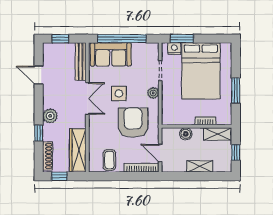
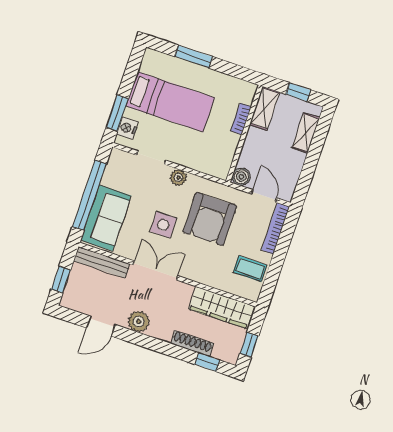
bed: (201, 71) -> (170, 102), width x0.67
window: (236, 91) -> (194, 57), moved
plant: (50, 116) -> (139, 322), moved
armchair: (133, 123) -> (210, 219), turned -90
window: (39, 133) -> (207, 362), moved
boiler: (186, 134) -> (241, 177), moved
door: (160, 153) -> (264, 196), swing flipped
shoe rack: (48, 156) -> (192, 344), moved
shelving: (200, 166) -> (306, 133), moved

